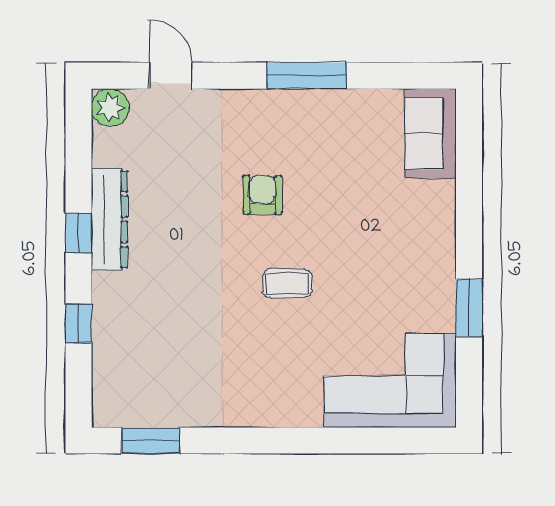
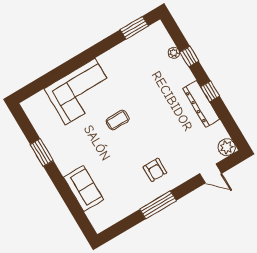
sofa: (430, 133) -> (84, 188), moved
armchair: (262, 195) -> (155, 170), moved
plant: (104, 348) -> (174, 53), added
corner sofa: (390, 380) -> (80, 92), moved

